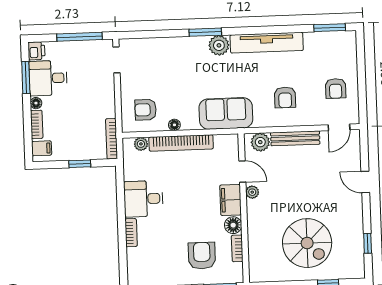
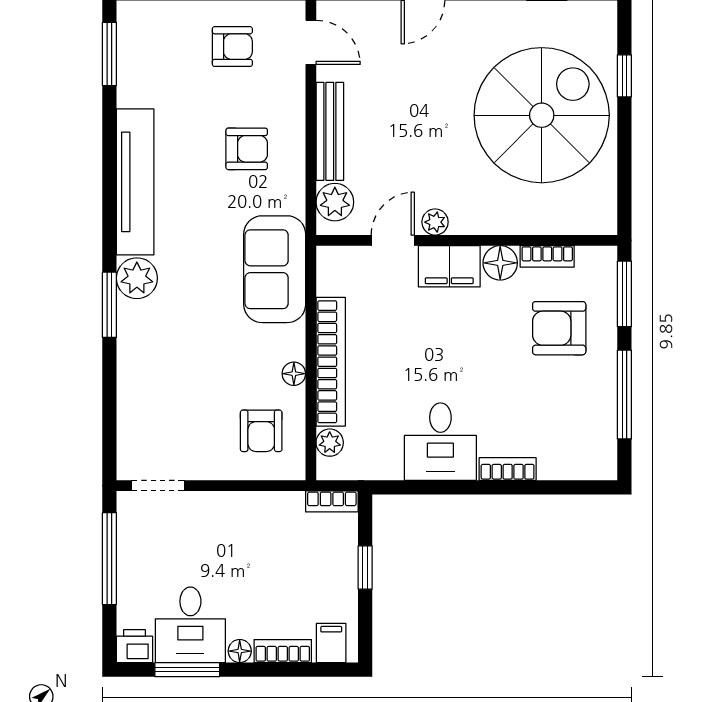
bookcase: (112, 139) -> (332, 501), width x0.64
spiral stairs: (307, 243) -> (542, 115), width x1.37, depth x1.37

